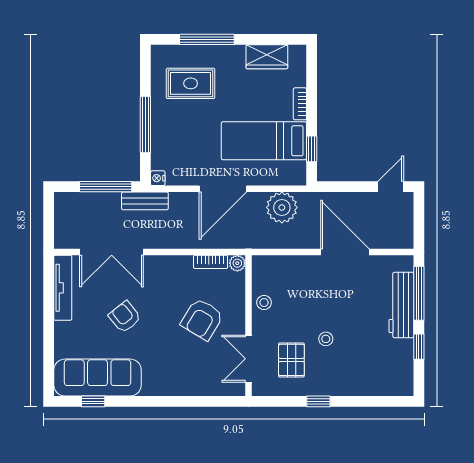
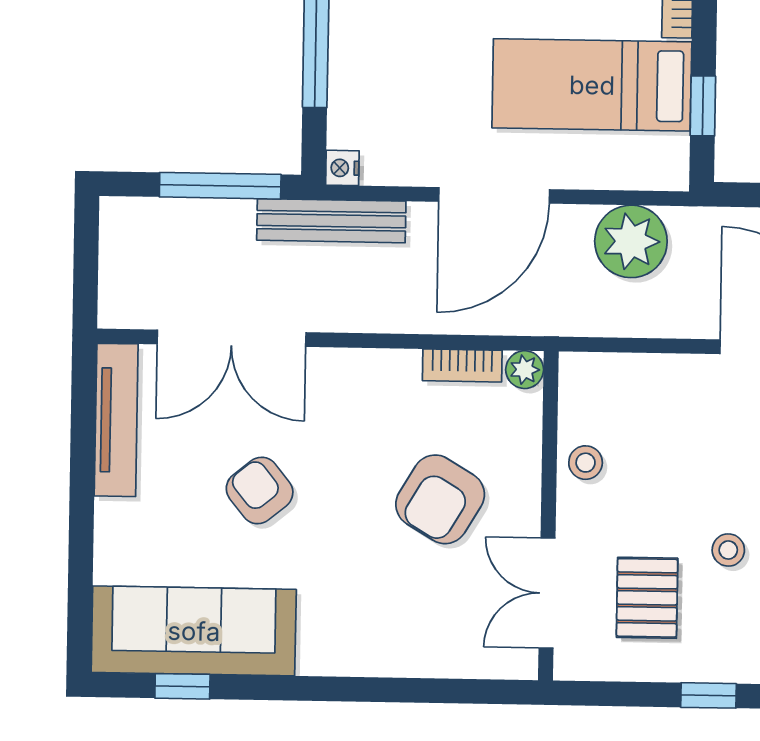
bench: (145, 201) -> (331, 221), width x1.36

